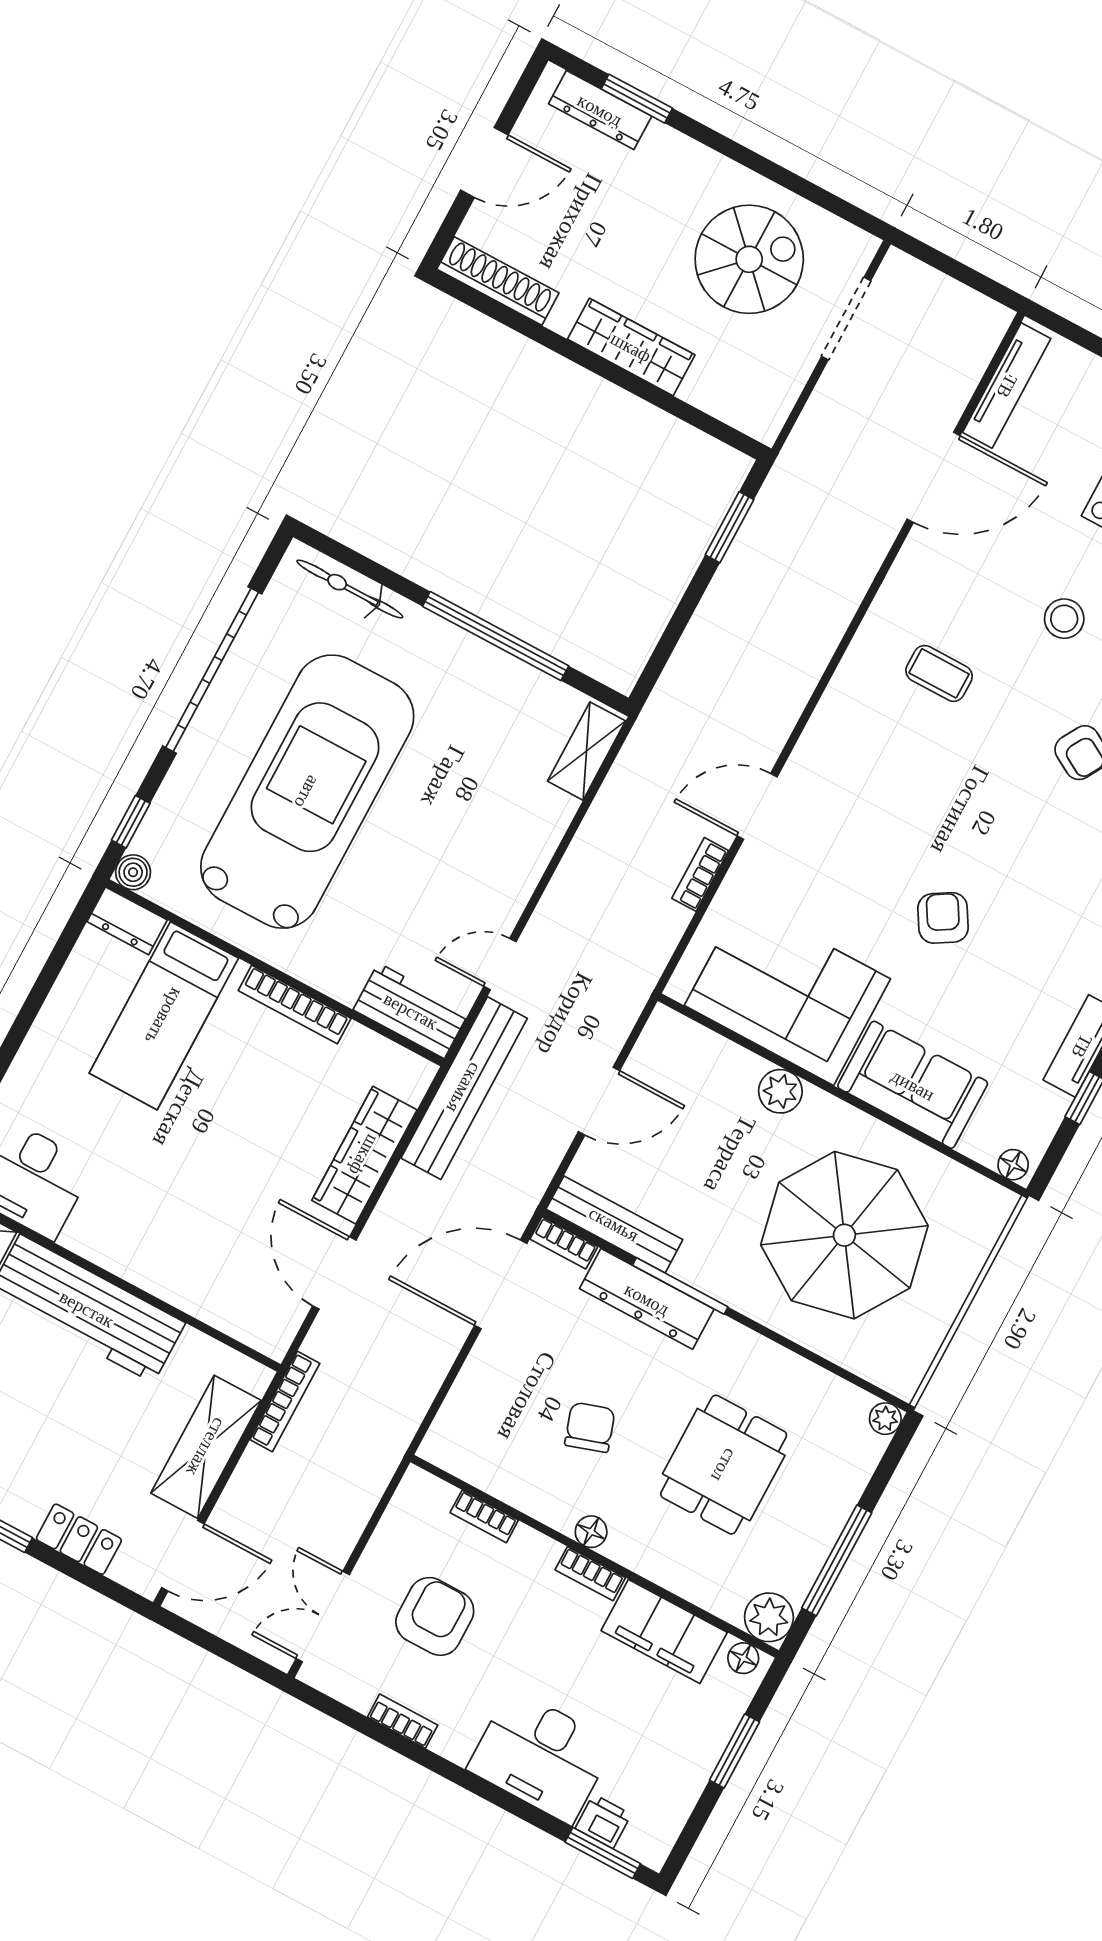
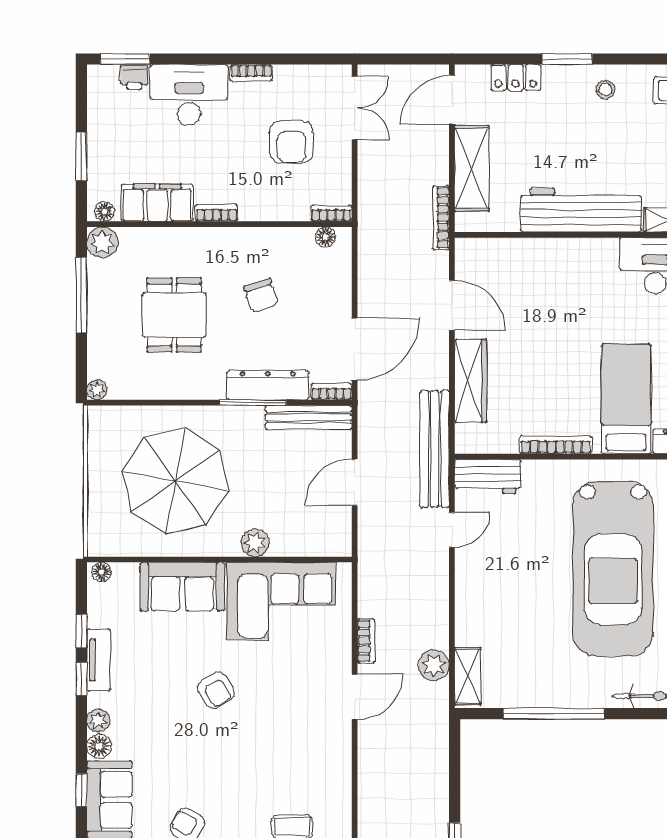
plant: (625, 791) -> (434, 665), added
bookcase: (484, 1516) -> (331, 213), moved
floor lamp: (591, 1532) -> (325, 237), moved
bookcase: (403, 1721) -> (251, 73), moved

